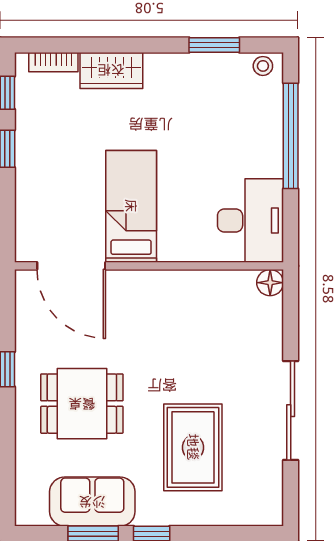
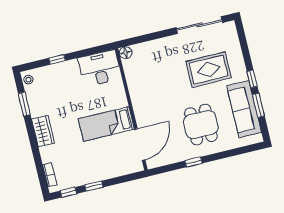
wardrobe: (111, 70) -> (43, 131), moved
window: (291, 136) -> (57, 59), width x0.32
sliding door: (291, 411) -> (199, 25), moved
sofa: (92, 502) -> (244, 109), width x1.36

